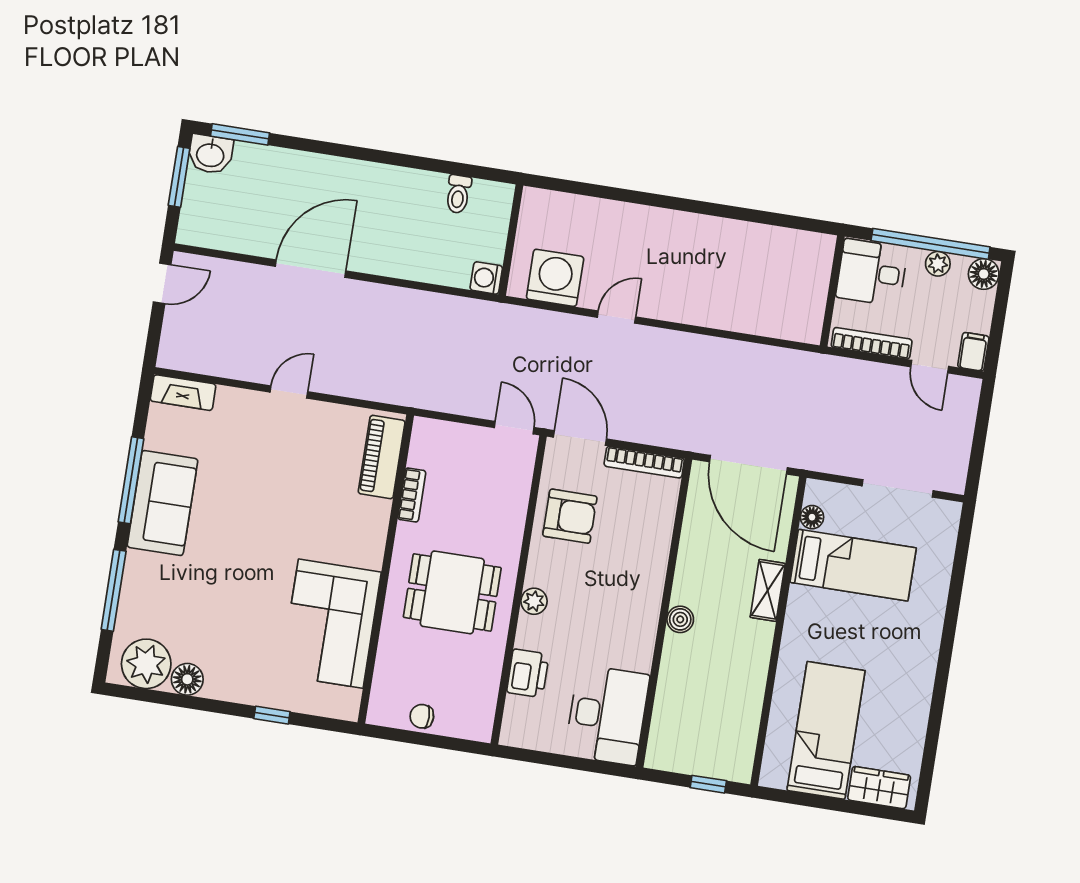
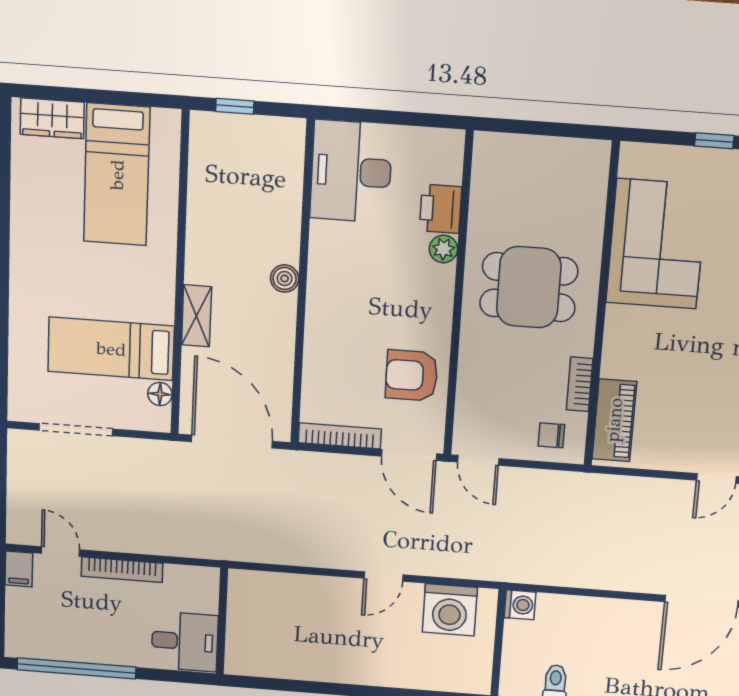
plant: (938, 264) -> (67, 650), removed
desk: (872, 273) -> (185, 641), moved
floor lamp: (984, 274) -> (20, 644), removed
wall: (832, 291) -> (222, 621), moved
plant: (534, 601) -> (443, 249), moved
chair: (422, 716) -> (551, 435), moved, turned 180

